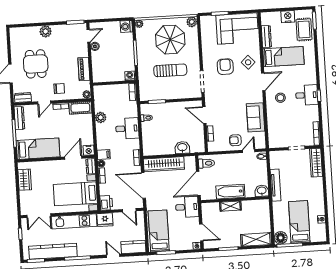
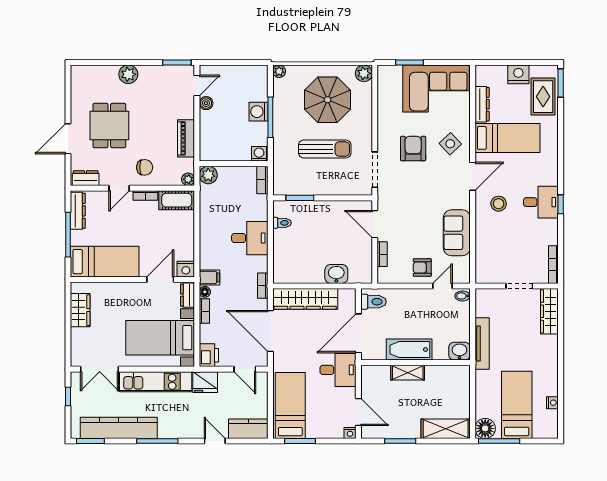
washing machine: (126, 26) -> (258, 112), moved
plant: (101, 117) -> (208, 175), moved

